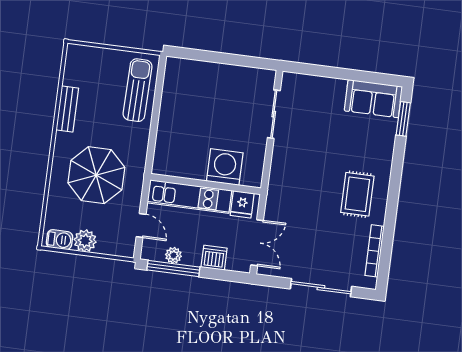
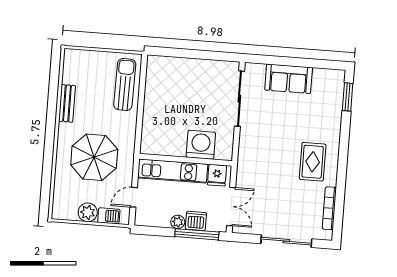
sofa: (373, 99) -> (289, 79), moved
sliding door: (274, 114) -> (239, 99), width x1.37
door: (141, 226) -> (134, 197), swing flipped
barbecue: (59, 240) -> (109, 216), moved
plant: (173, 255) -> (178, 222), moved
window: (173, 268) -> (197, 234), moved

